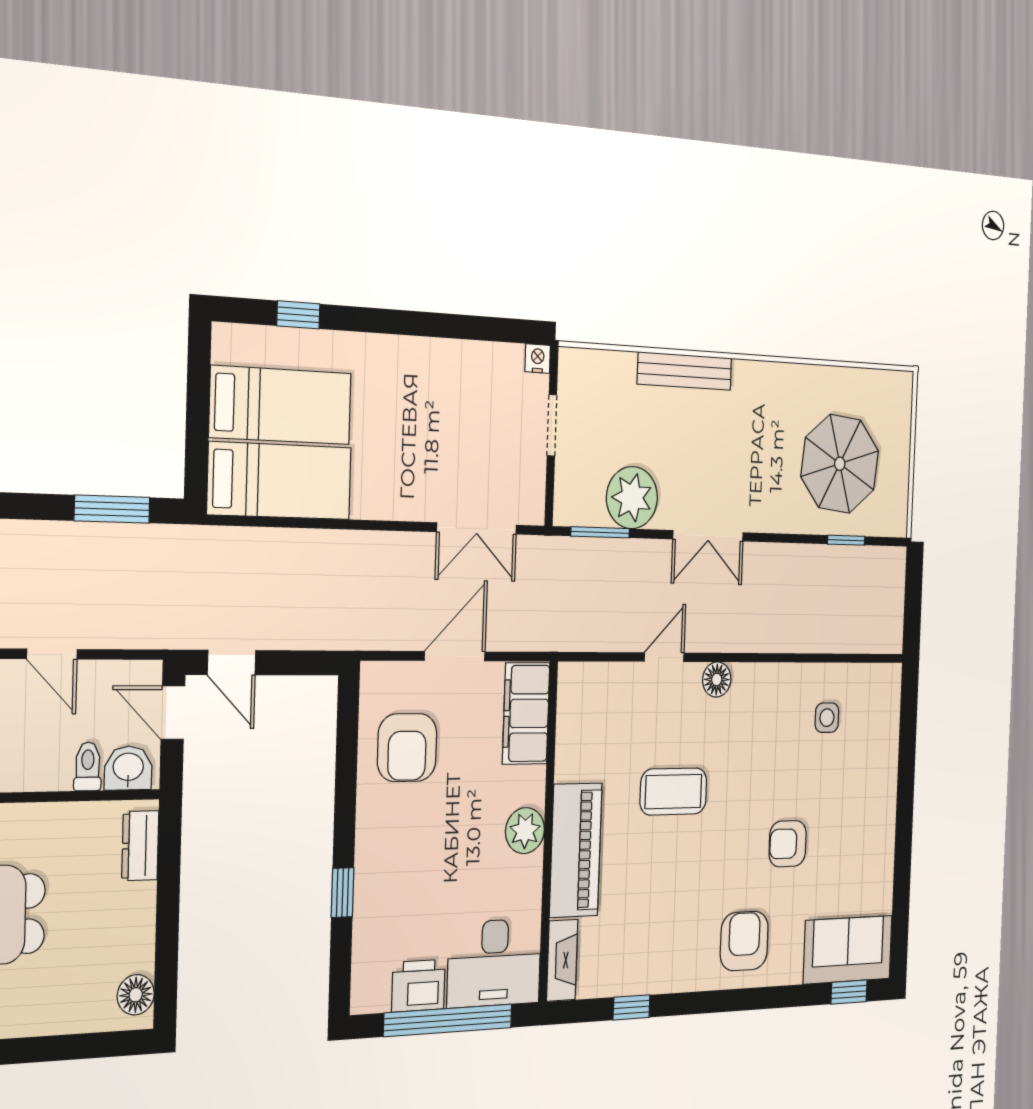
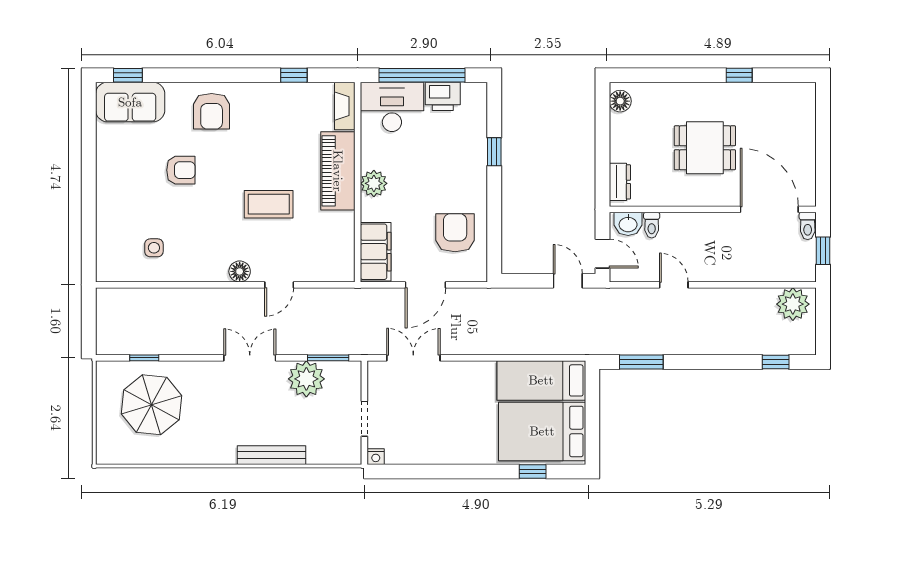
bed: (281, 405) -> (542, 431), width x1.50

